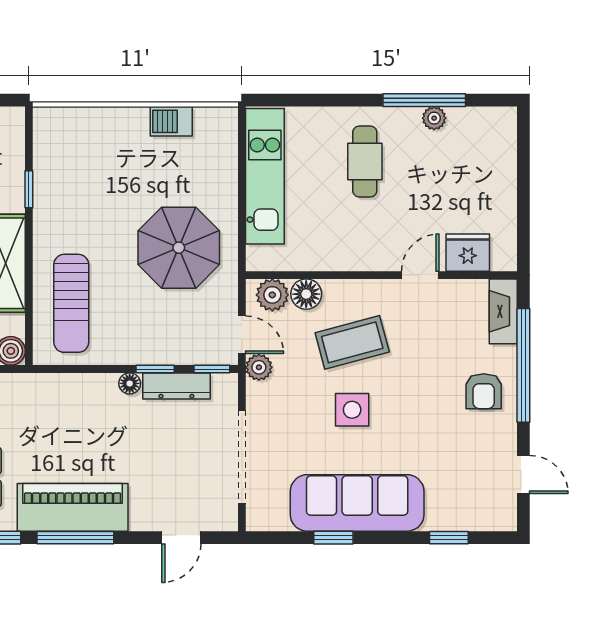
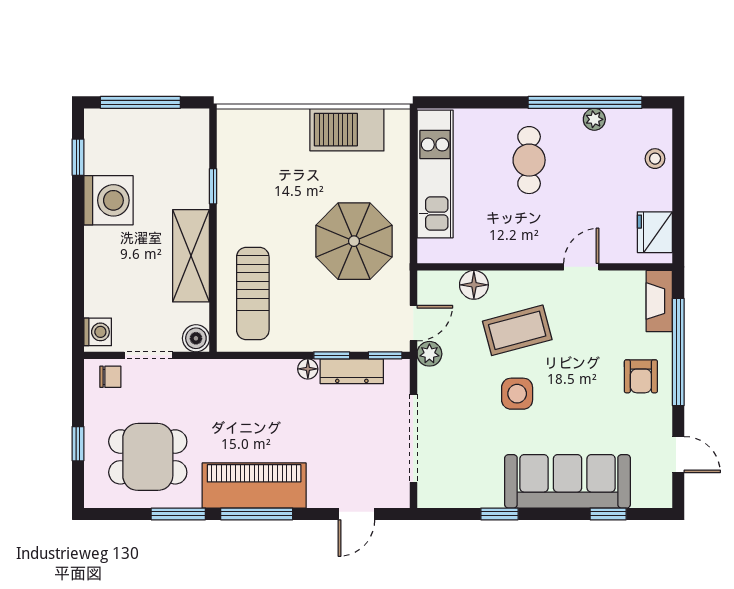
window: (424, 100) -> (585, 102), width x1.46
barbecue: (171, 121) -> (347, 130), width x1.88, depth x1.53
stool: (499, 160) -> (655, 159), added
fridge: (468, 253) -> (655, 232), moved, turned -90
plant: (272, 295) -> (442, 286), removed
door: (242, 335) -> (413, 323), hinge flipped
sofa: (357, 503) -> (568, 481), moved

